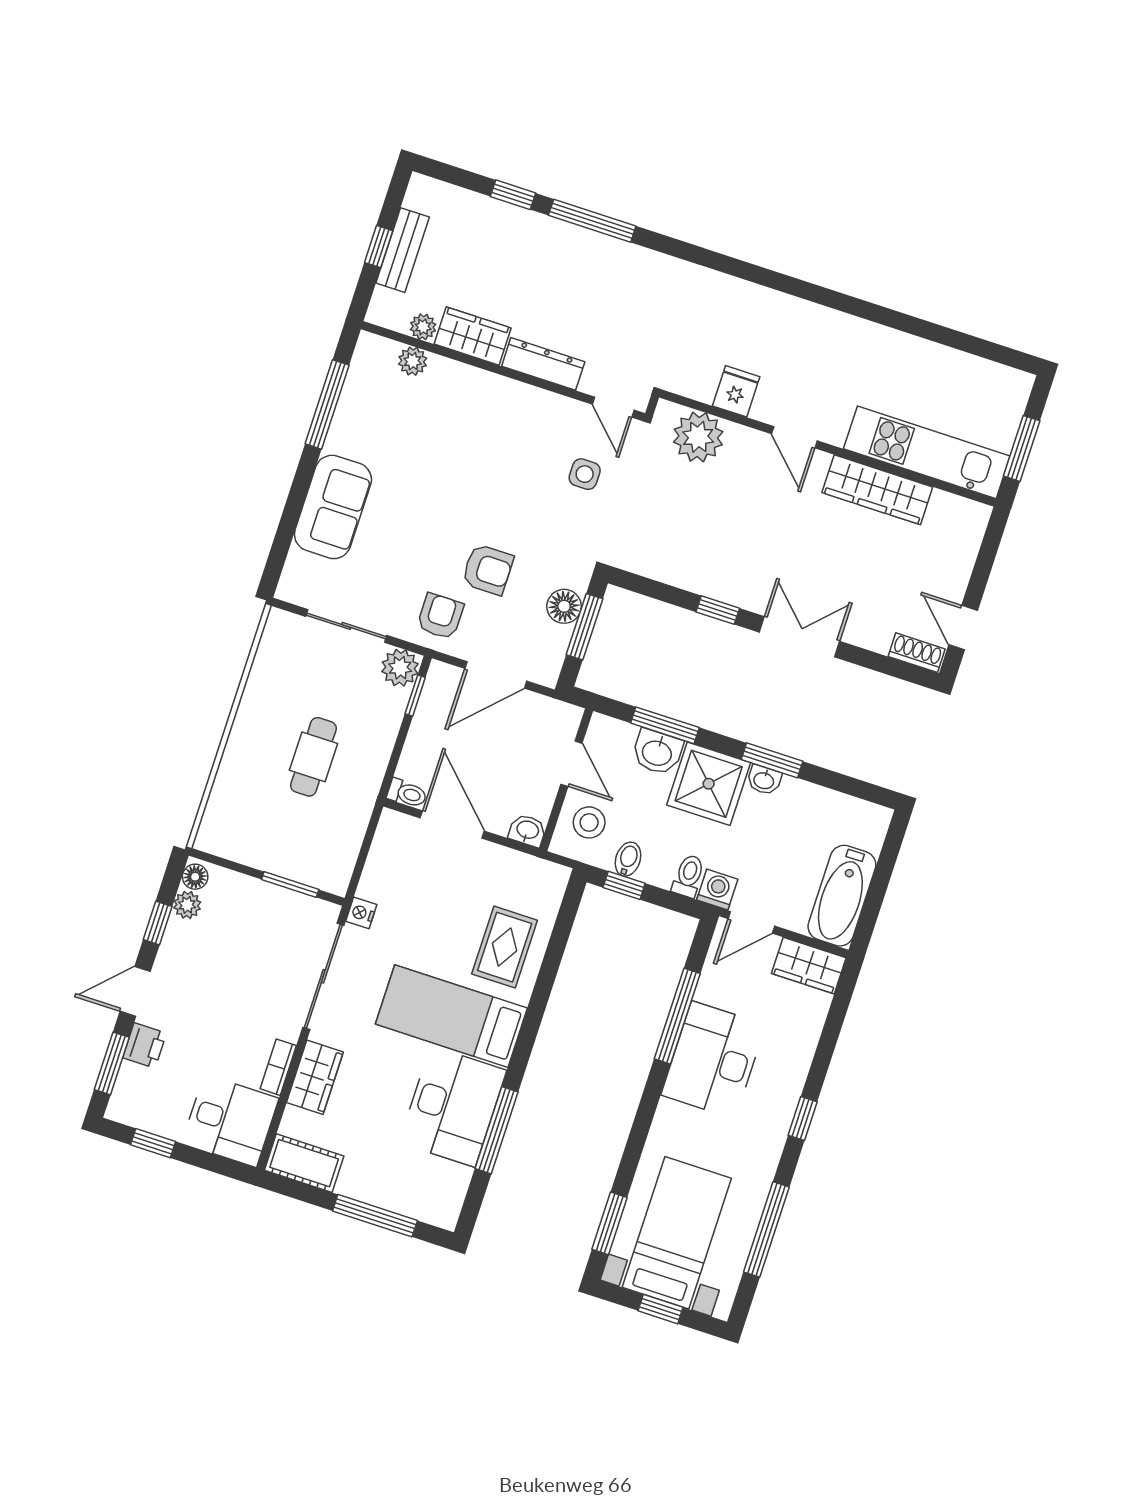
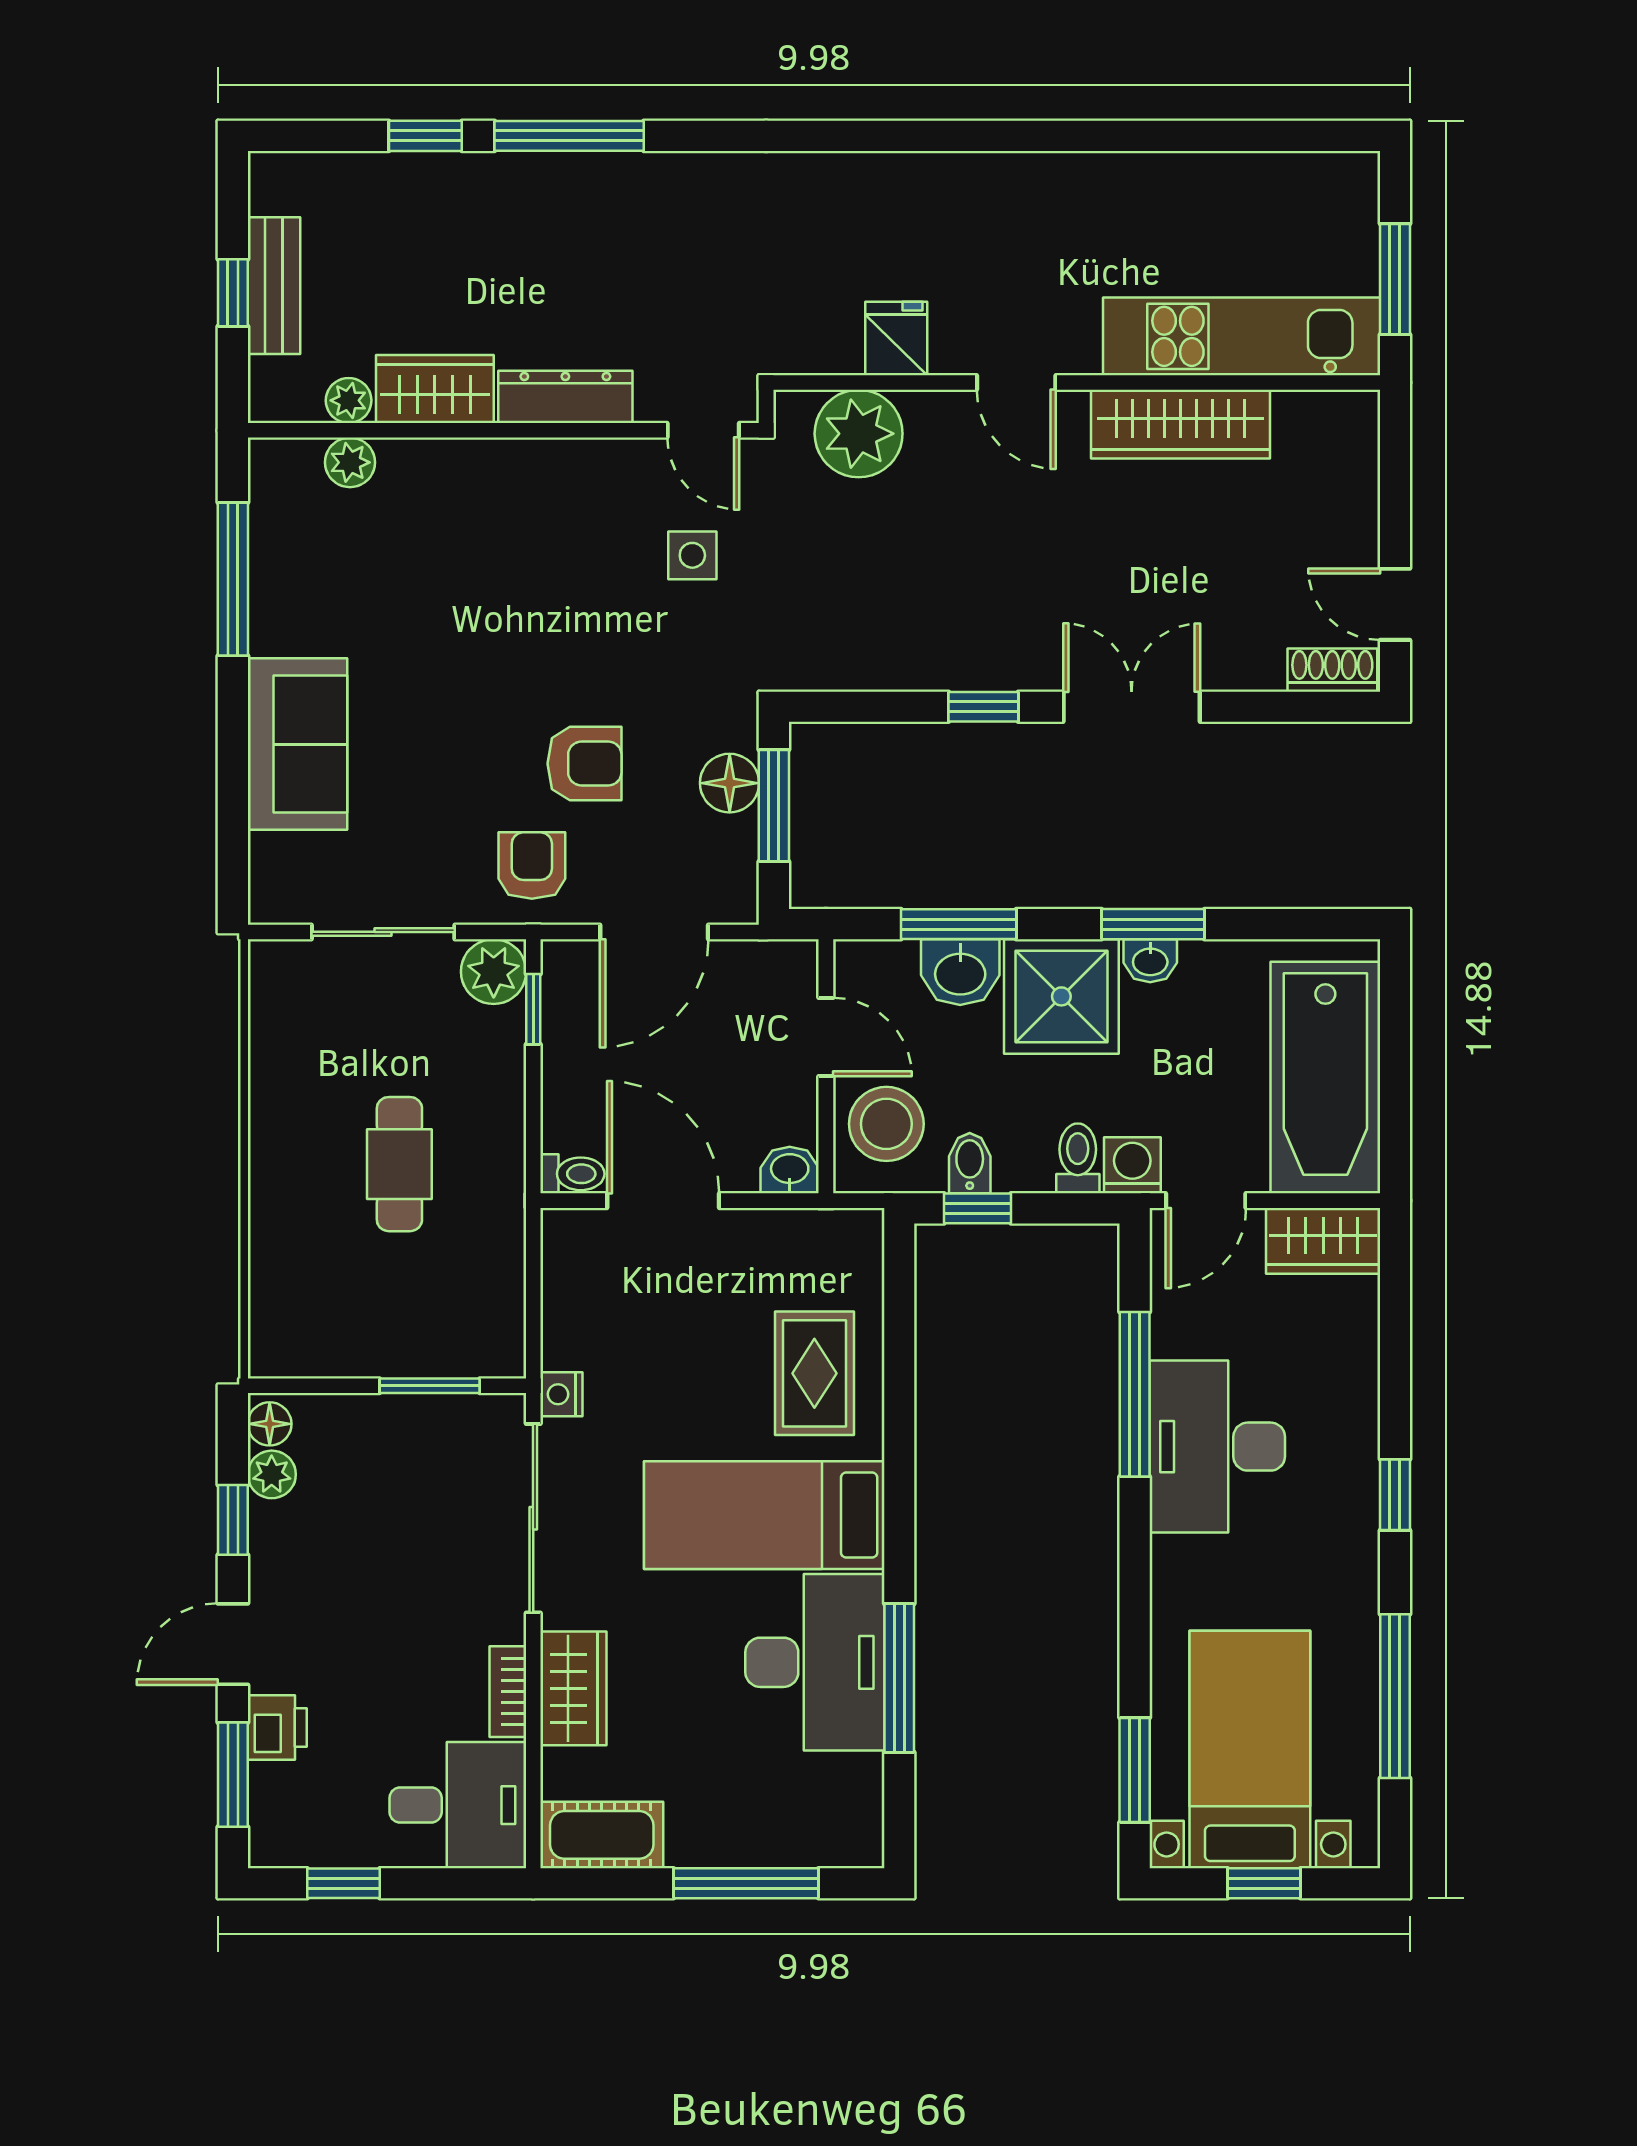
stool: (589, 822) -> (886, 1124), width x1.38, depth x1.38
bathtub: (842, 896) -> (1325, 1078), width x1.36, depth x1.36

